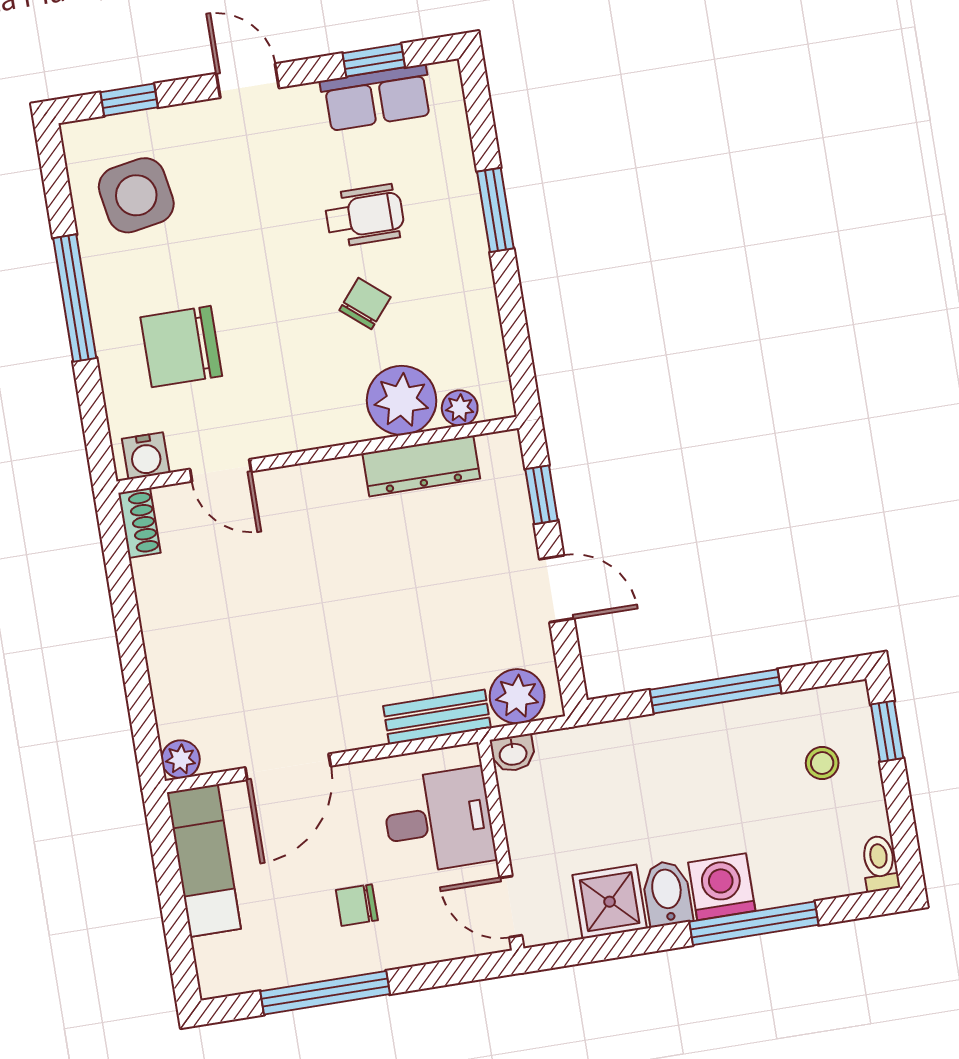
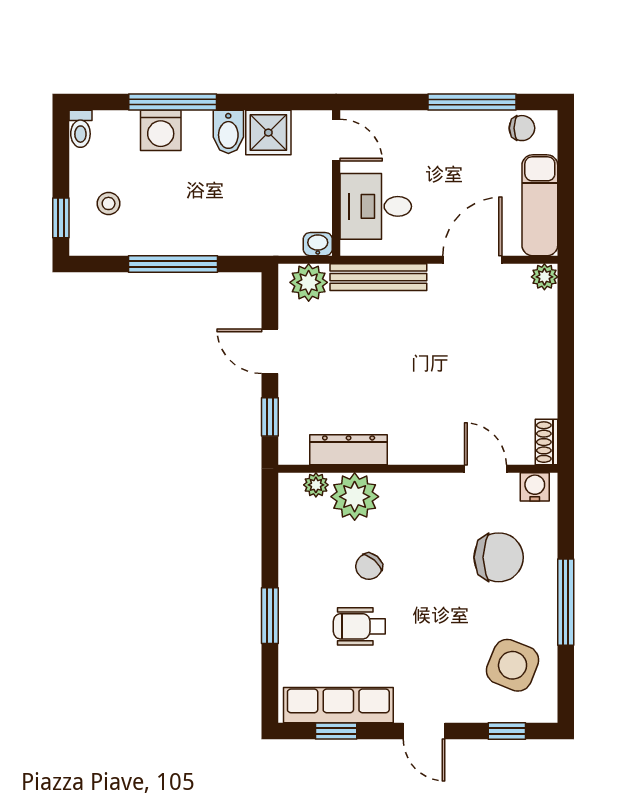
row of seats: (377, 98) -> (338, 705), width x1.48
side table: (136, 195) -> (513, 665), turned 32
bench: (437, 717) -> (378, 277), width x1.36
washing machine: (722, 887) -> (161, 130), moved
chair: (357, 905) -> (522, 128), moved

